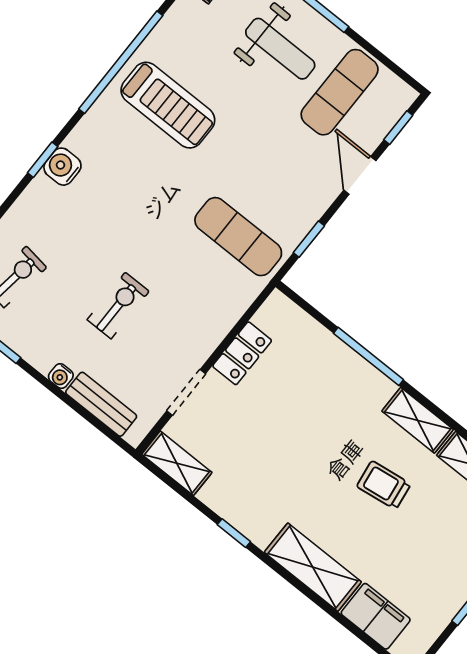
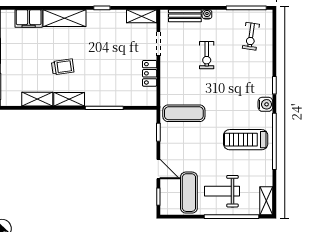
water cooler: (62, 167) -> (265, 104), moved

